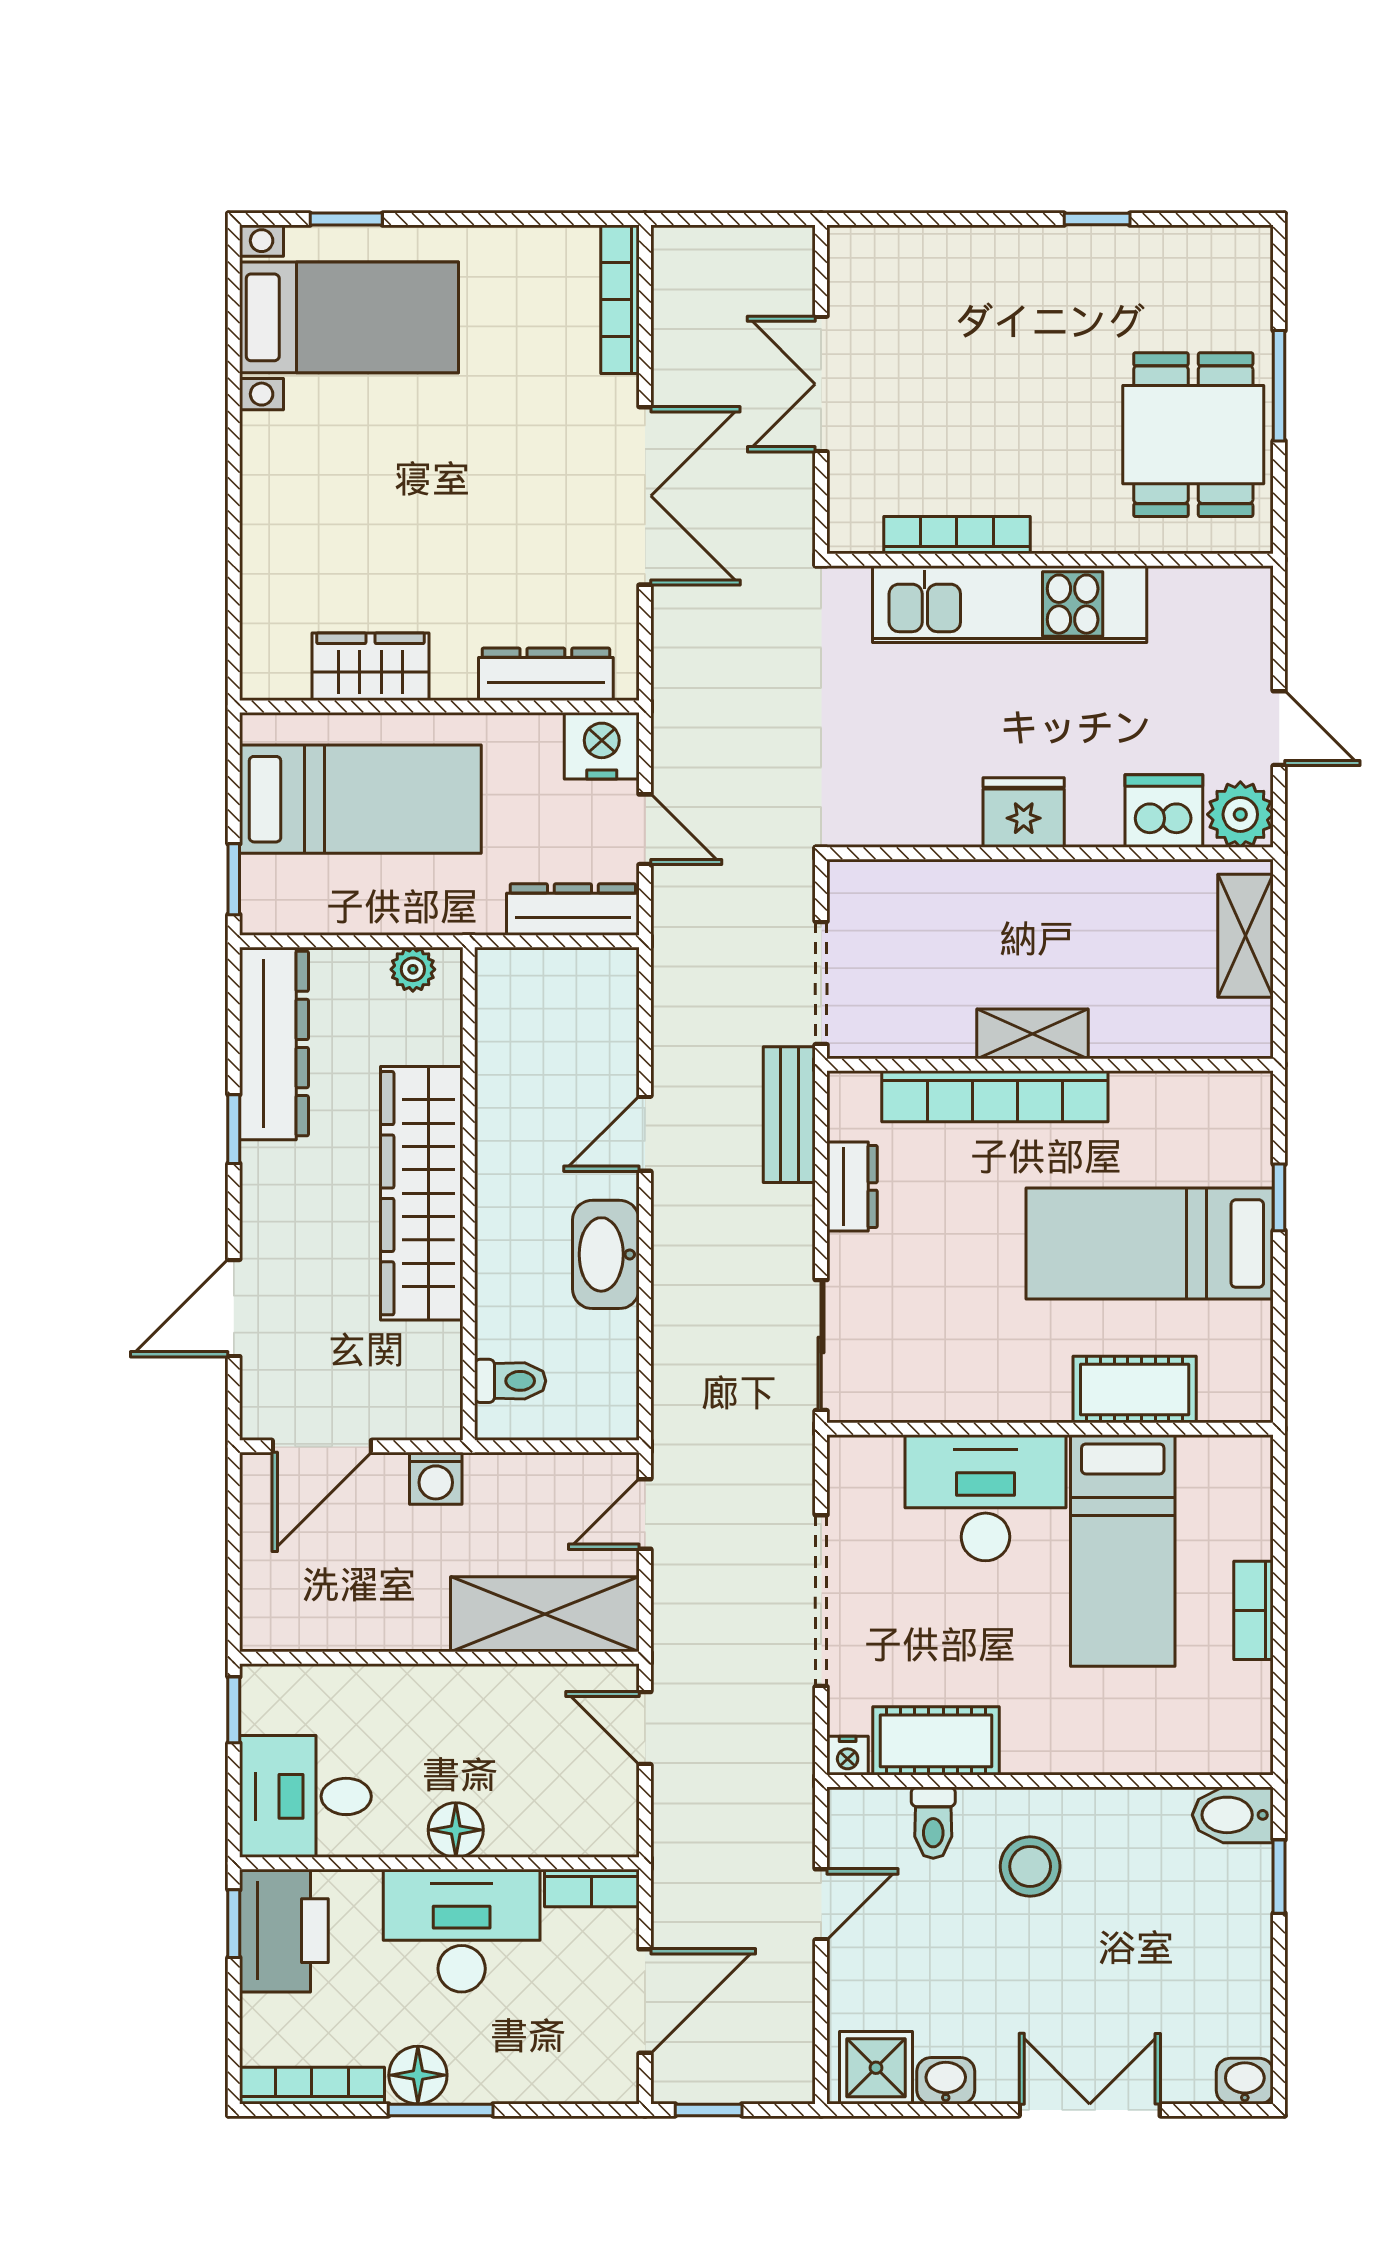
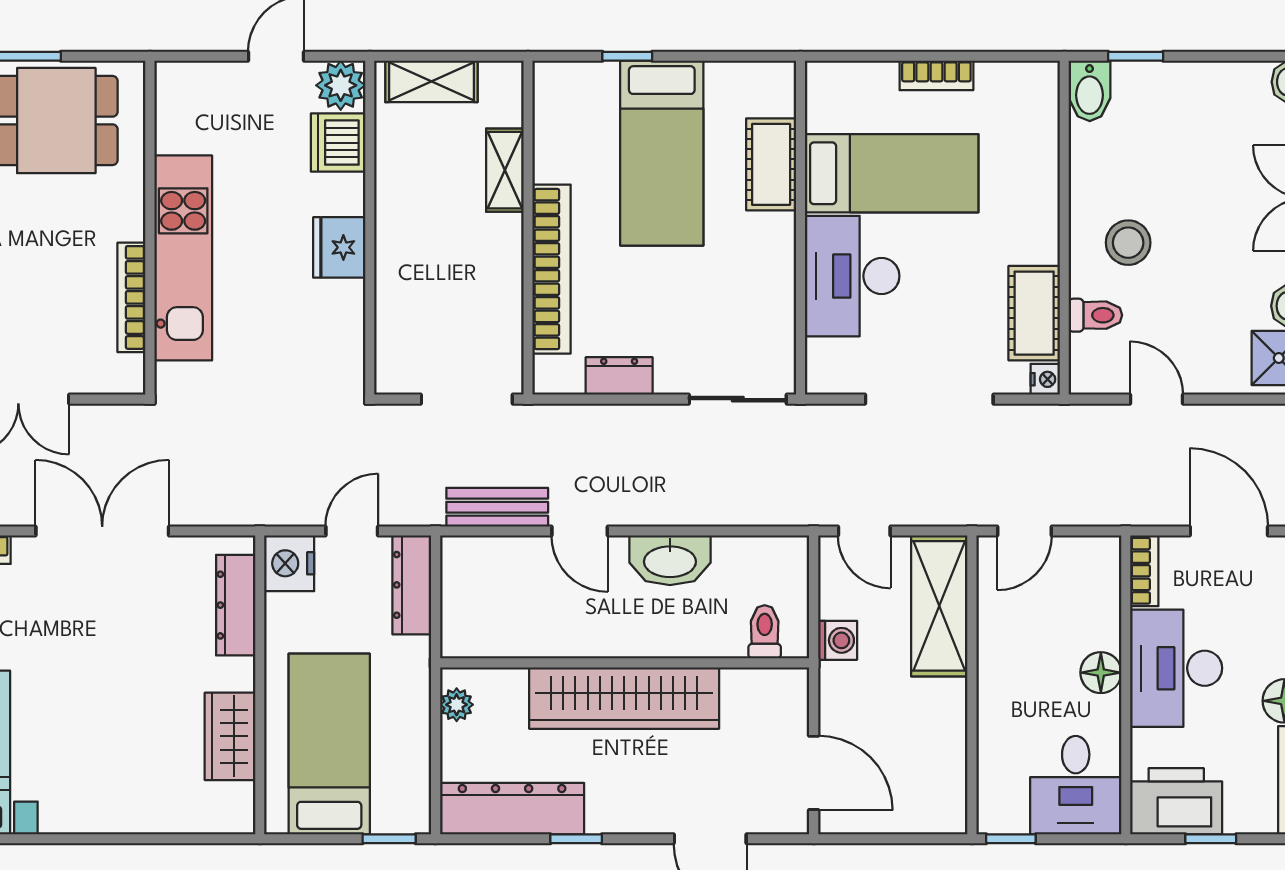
shelving: (1033, 1034) -> (505, 170), moved
bench: (789, 1115) -> (497, 507), moved
washing machine: (436, 1478) -> (838, 640), moved
window: (234, 1924) -> (1211, 839), moved

